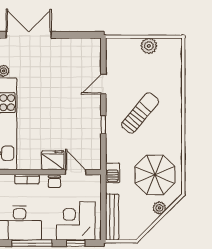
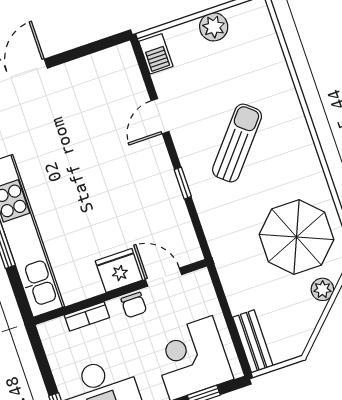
barbecue: (113, 173) -> (156, 54), moved
bench: (112, 217) -> (253, 342), width x0.73

